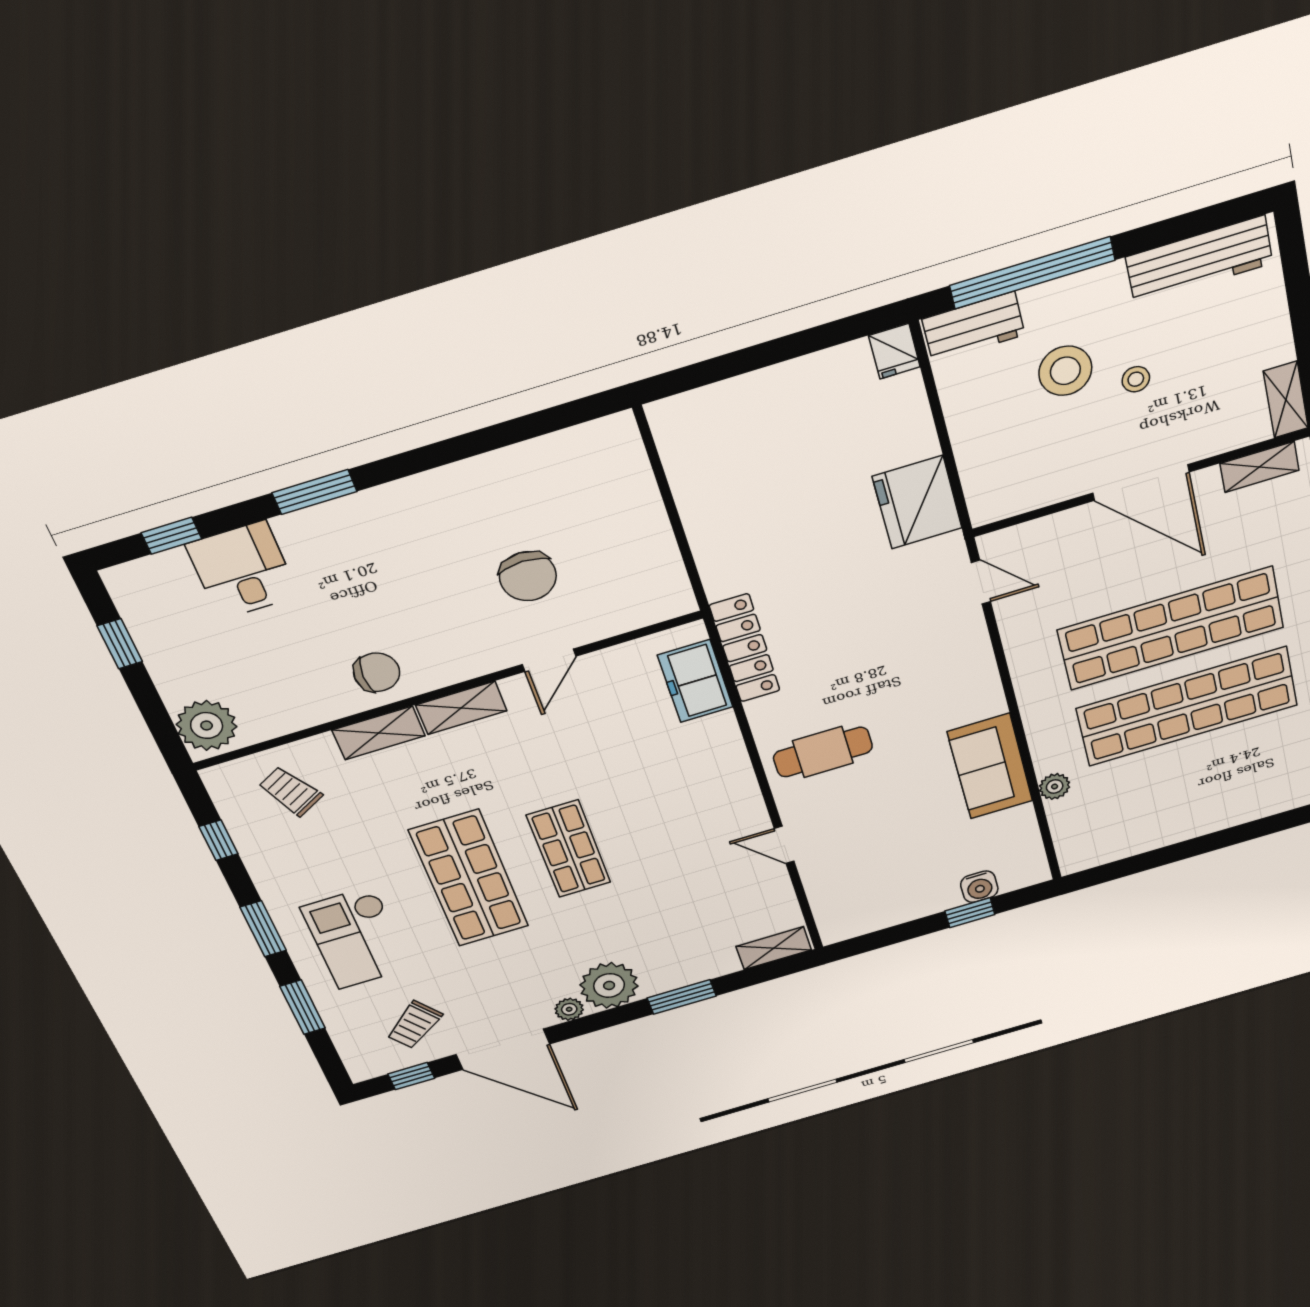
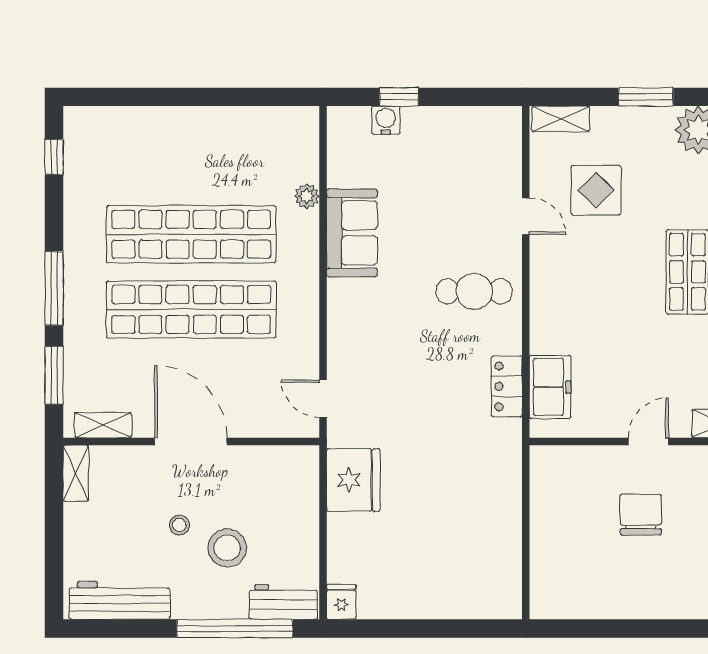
locker: (745, 648) -> (507, 386), width x0.66
display table: (709, 895) -> (596, 190), added

